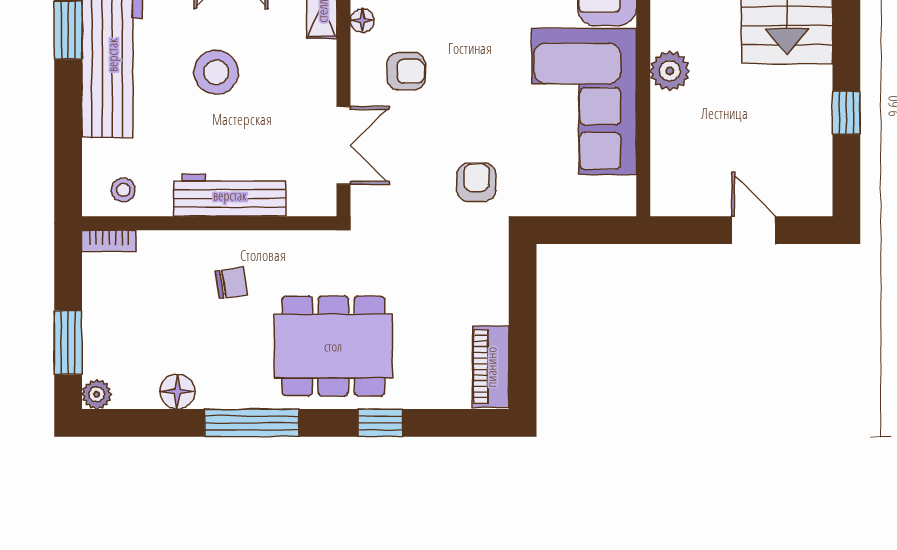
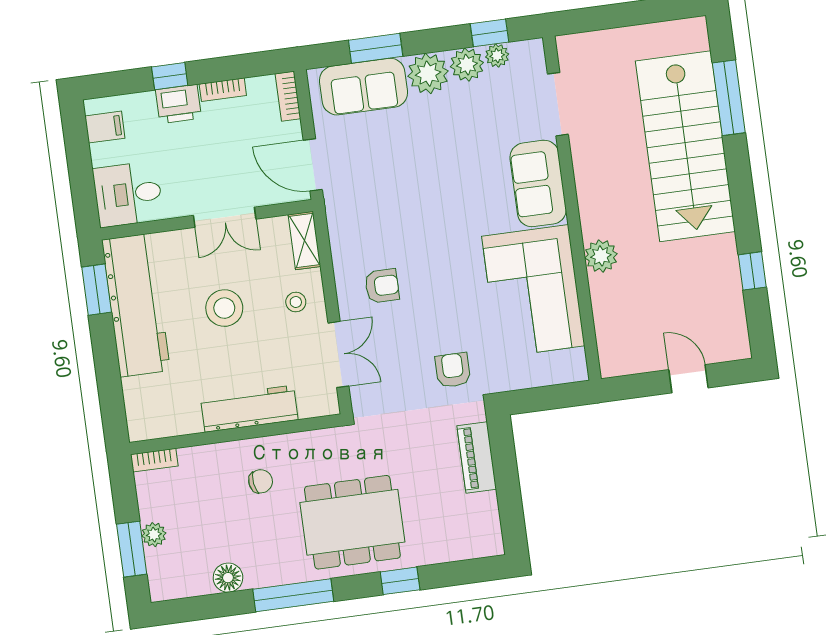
floor lamp: (362, 21) -> (340, 249), removed
stool: (123, 190) -> (296, 302), moved
piano: (491, 367) -> (477, 458), moved
plant: (97, 394) -> (154, 535), moved

